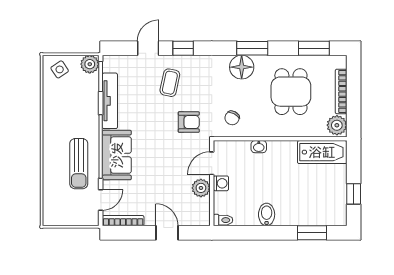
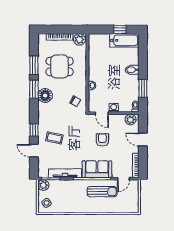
window: (314, 48) -> (34, 65), moved
armchair: (189, 122) -> (102, 140), moved
bathtub: (322, 152) -> (124, 40), moved, turned 90
plant: (201, 188) -> (131, 120), moved
door: (101, 200) -> (123, 179), swing flipped
bidet: (267, 214) -> (132, 70), moved
door: (167, 233) -> (143, 140), hinge flipped
window: (312, 233) -> (143, 88), moved

